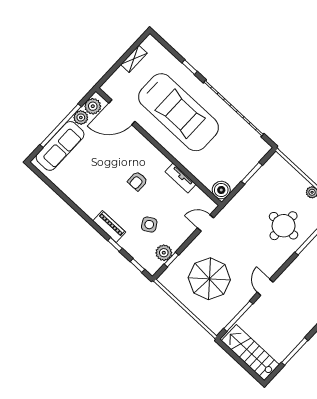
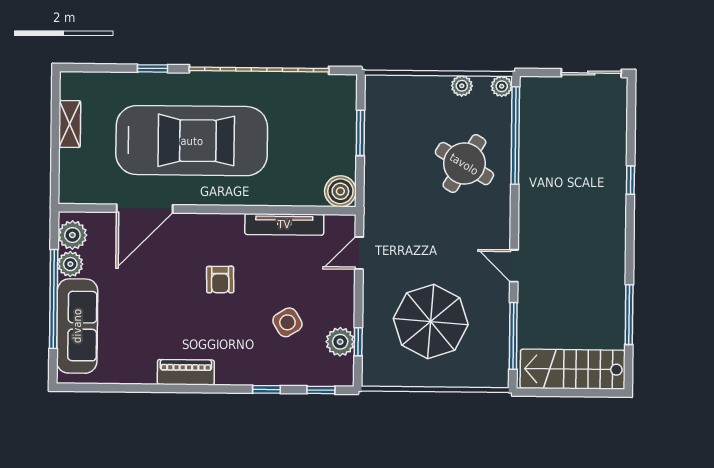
door: (122, 112) -> (145, 209), moved
tv unit: (180, 178) -> (284, 224), width x1.41
round table: (284, 226) -> (464, 164), turned 31
piano: (109, 227) -> (186, 372), moved

